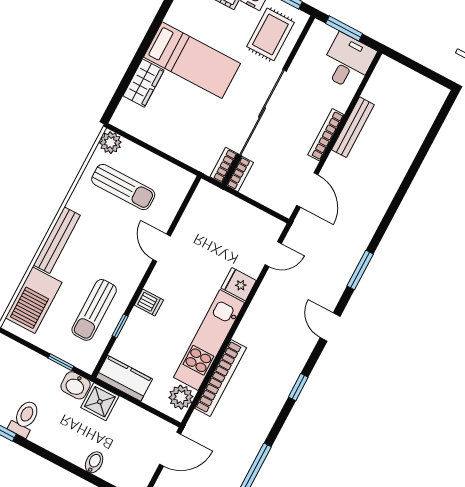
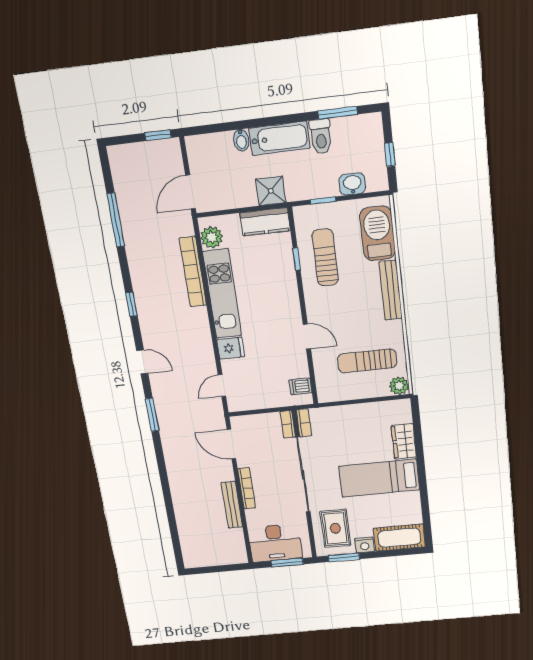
desk: (348, 62) -> (275, 543), width x1.37
dishwasher: (149, 302) -> (301, 386), moved
washbasin: (76, 385) -> (352, 184), moved
bathtub: (61, 441) -> (279, 138), added

